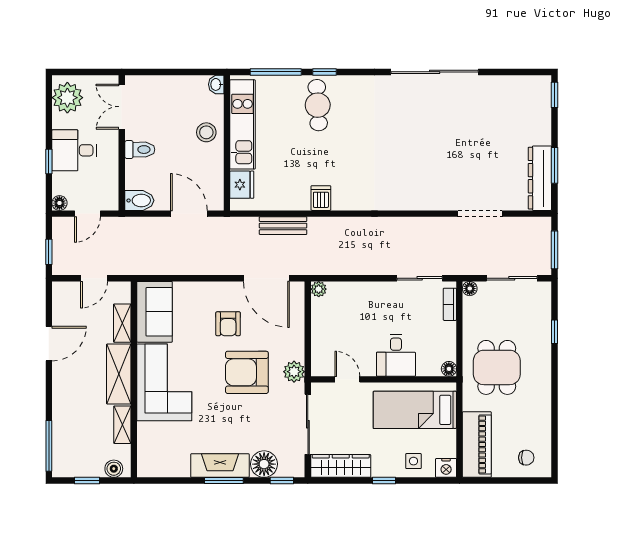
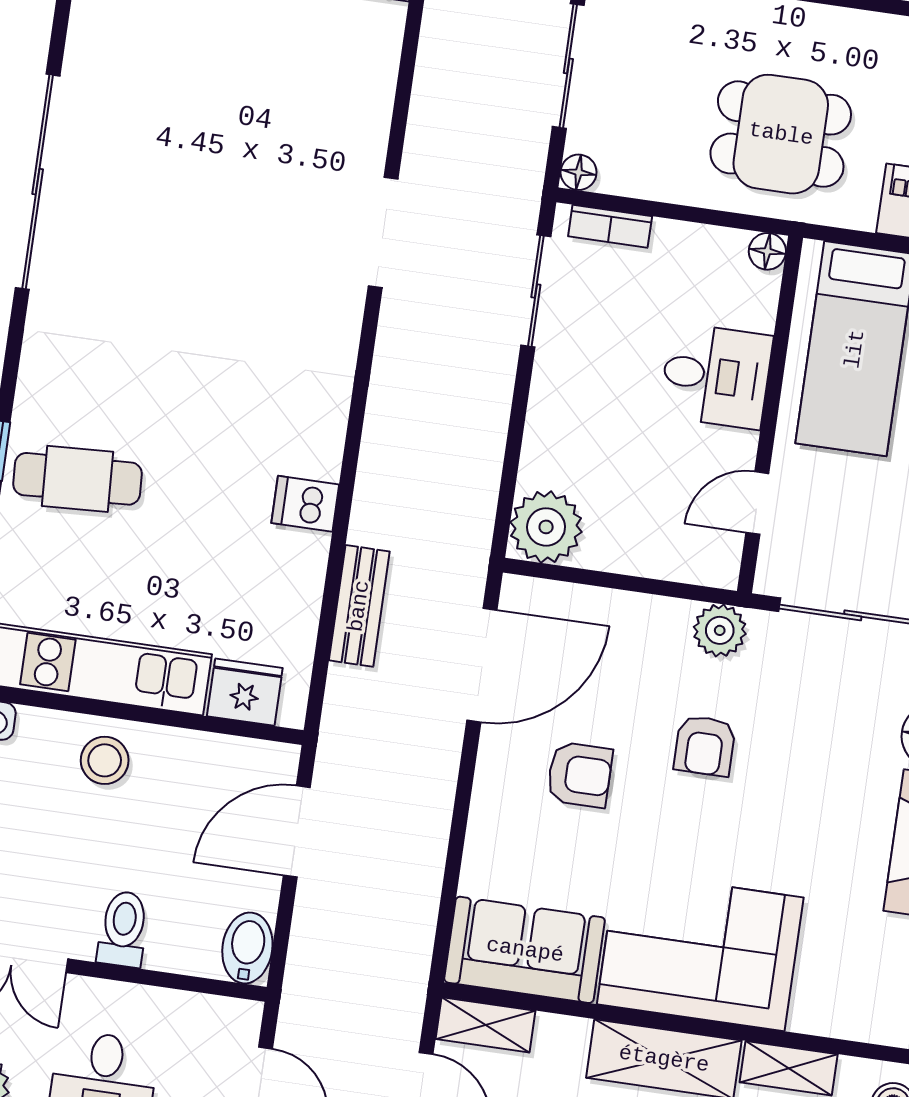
doorway: (480, 214) -> (383, 232), moved
plant: (319, 289) -> (546, 527), width x1.88, depth x1.88
shelving: (122, 323) -> (486, 1025), moved
armchair: (247, 372) -> (705, 746), width x0.53, depth x0.53

